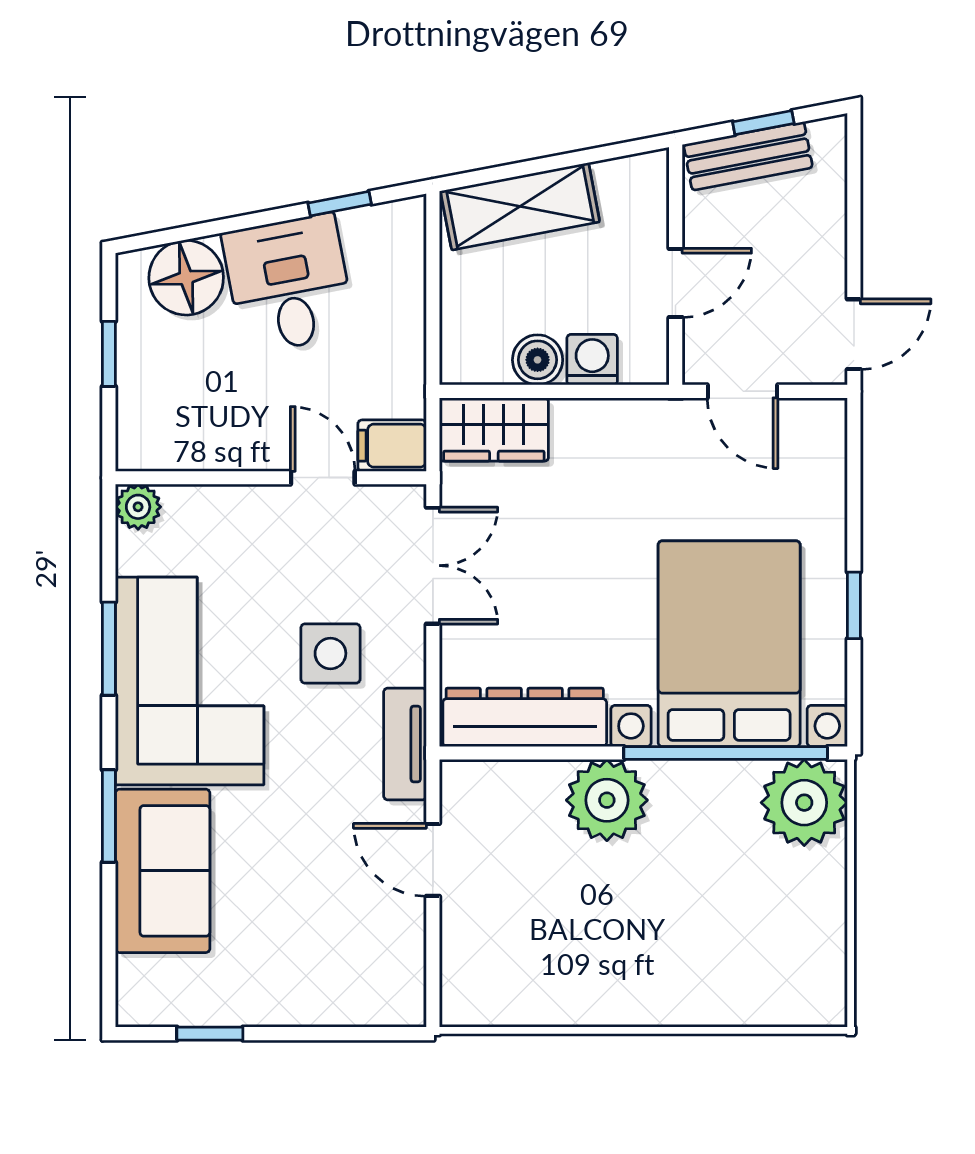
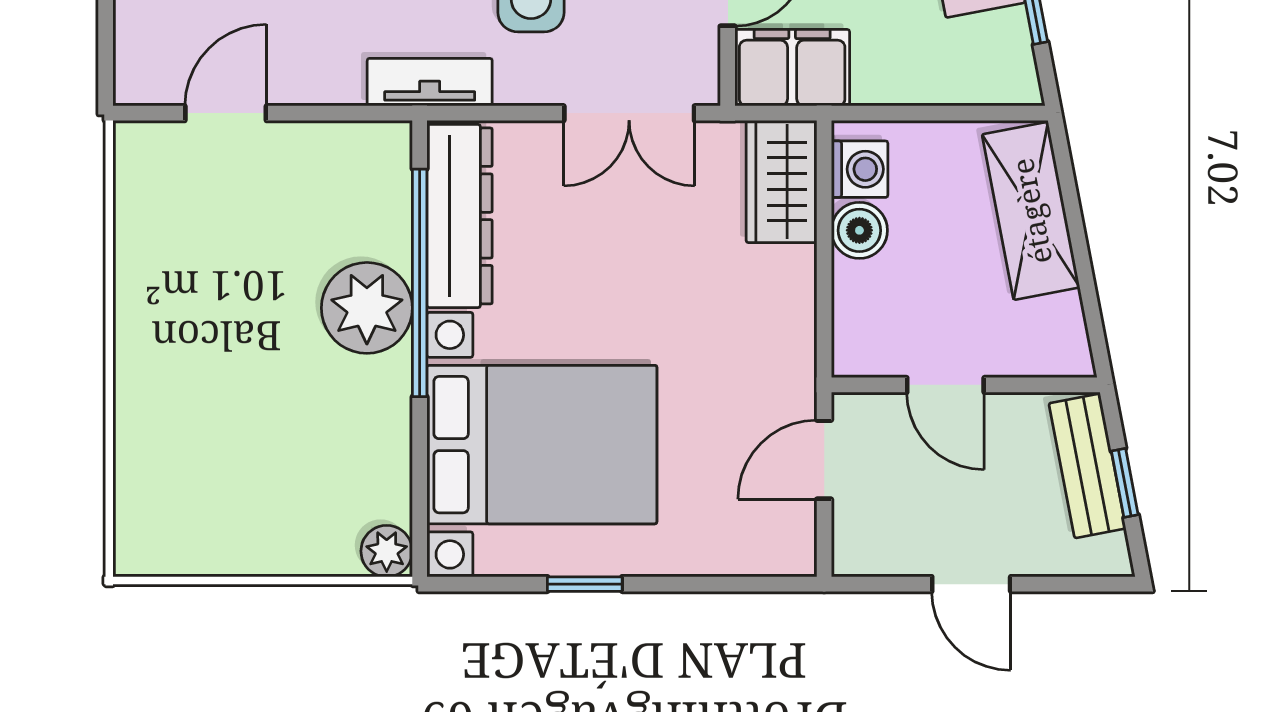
door: (854, 334) -> (971, 584), moved
washing machine: (592, 360) -> (860, 169), moved
filing cabinet: (392, 446) -> (792, 68), width x2.00
window: (726, 753) -> (420, 283), moved
plant: (804, 803) -> (387, 551), width x0.53, depth x0.53
door: (433, 860) -> (226, 113), moved

